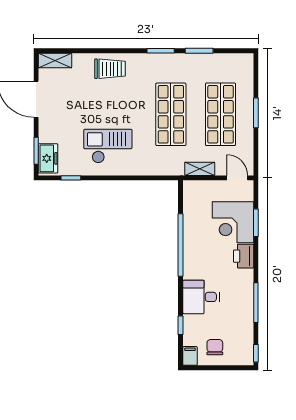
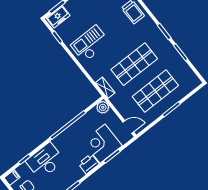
checkout: (108, 146) -> (90, 44), turned -90
shelving: (200, 169) -> (105, 88), moved
door: (237, 178) -> (128, 127), hinge flipped
plant: (192, 189) -> (103, 107), added
desk: (201, 297) -> (45, 161), width x1.37

